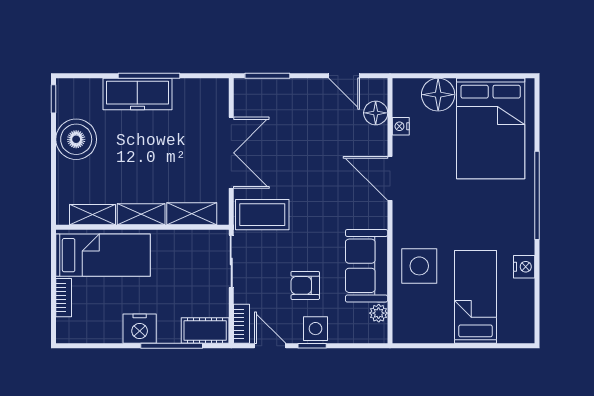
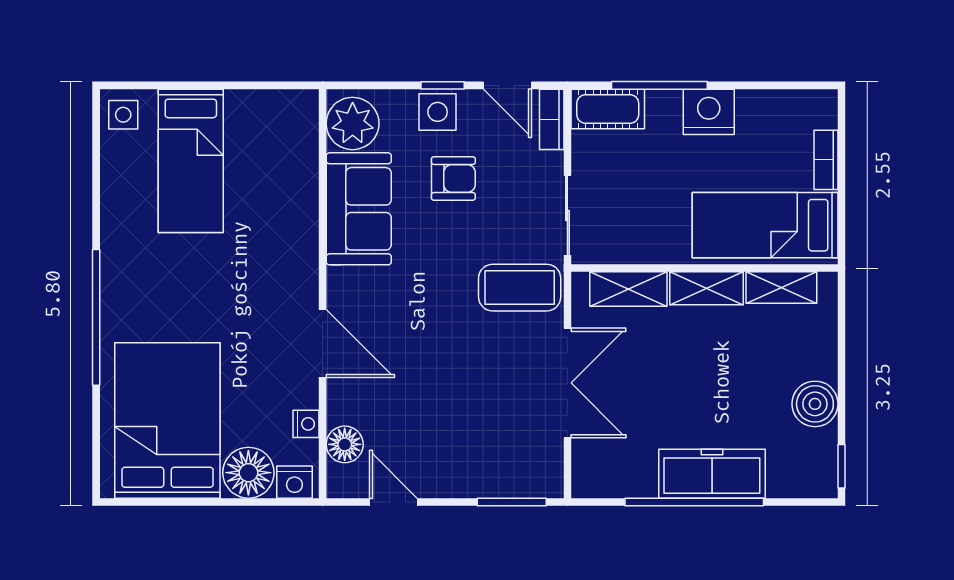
window: (149, 76) -> (694, 502), width x1.46
boiler: (76, 139) -> (815, 404), width x0.73, depth x0.73
double door: (231, 153) -> (567, 383), swing flipped
side table: (419, 266) -> (123, 115), moved, width x0.54, depth x0.54
nightstand: (524, 267) -> (294, 482), moved, turned -90
plant: (379, 313) -> (353, 123), width x1.88, depth x1.88

